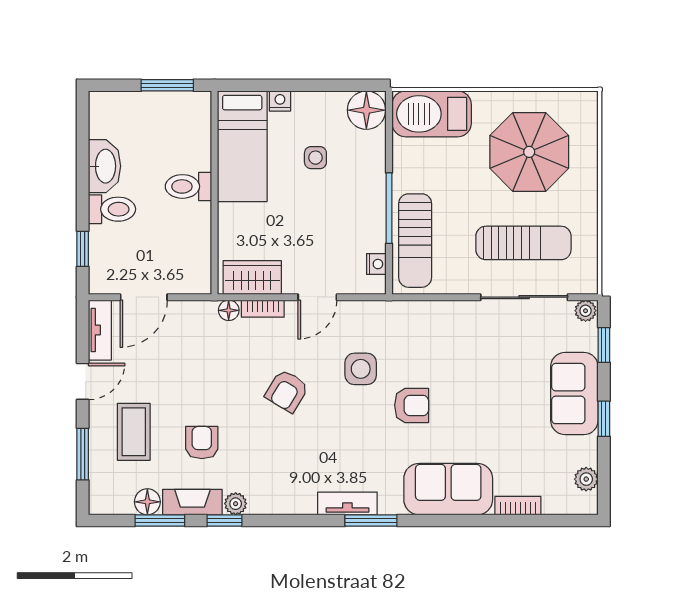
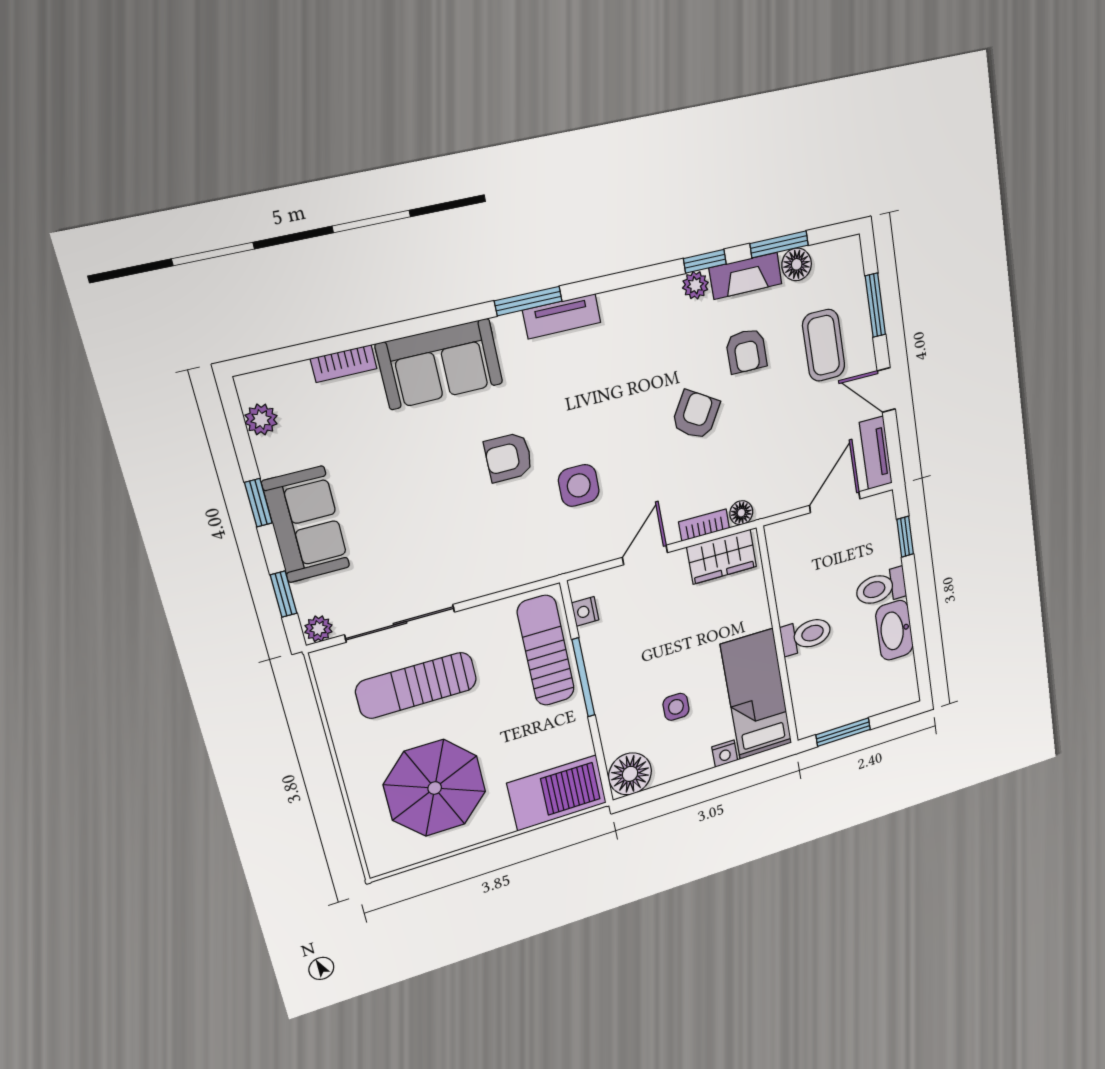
door: (83, 381) -> (886, 390), hinge flipped
armchair: (287, 391) -> (696, 415), moved

